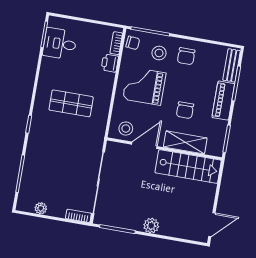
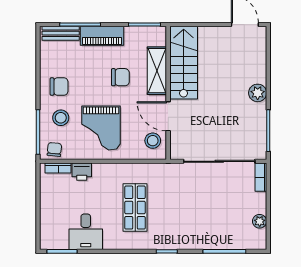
desk: (60, 44) -> (86, 232), moved

